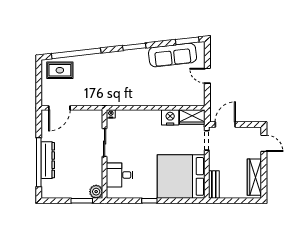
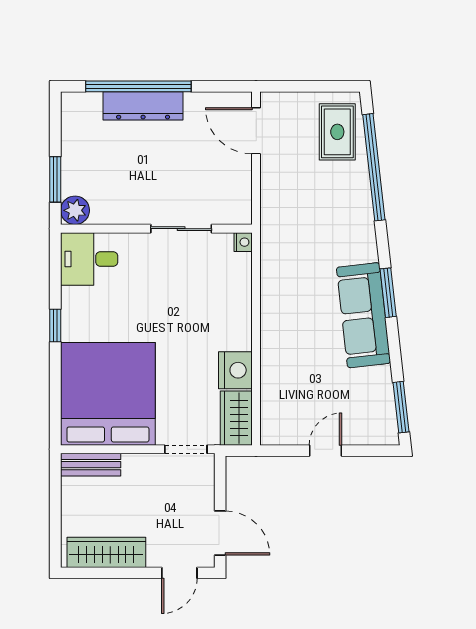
sofa: (173, 55) -> (363, 315), moved
door: (225, 124) -> (220, 533), moved
desk: (120, 175) -> (89, 259), moved, turned -90

